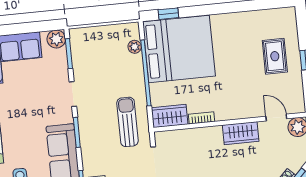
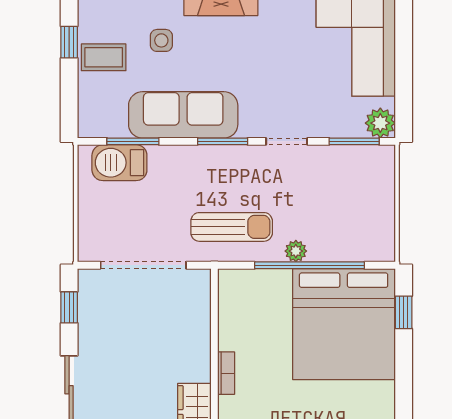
plant: (135, 47) -> (296, 251), moved
wardrobe: (170, 116) -> (234, 297), removed
bookcase: (201, 118) -> (226, 373), moved

